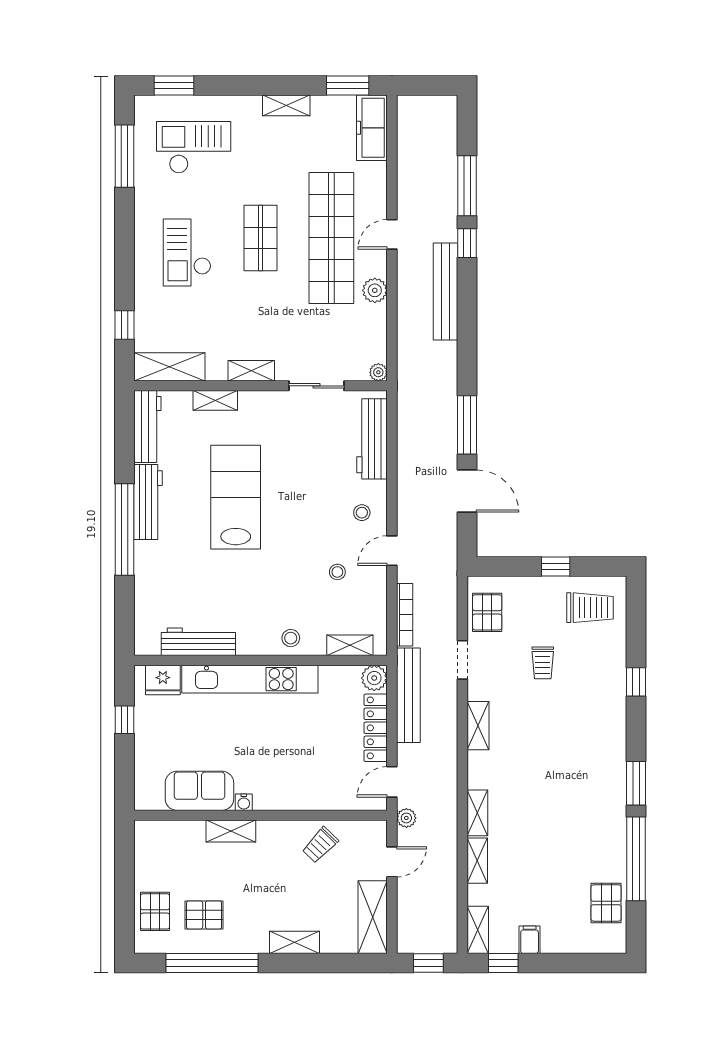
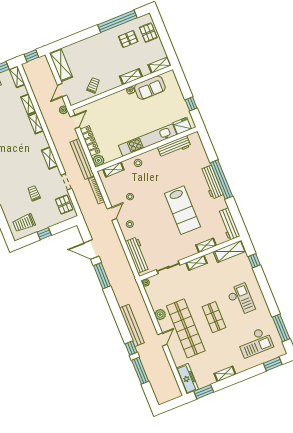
workbench: (148, 502) -> (212, 182), moved
shelving: (294, 942) -> (160, 65), moved

